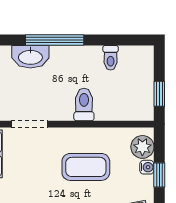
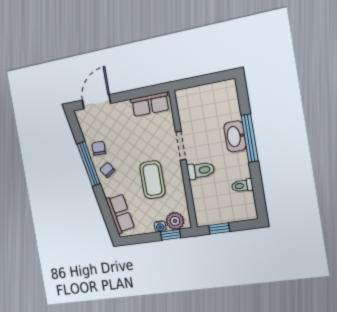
washbasin: (30, 57) -> (235, 136), moved
doorway: (30, 124) -> (181, 146), moved
window: (159, 175) -> (171, 235), moved

